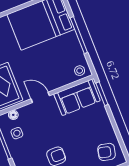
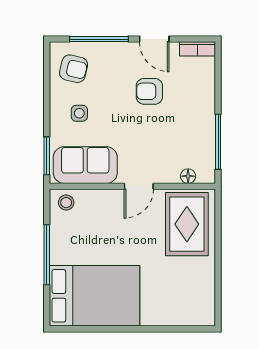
door: (40, 97) -> (139, 186), hinge flipped
side table: (17, 133) -> (79, 113), moved

